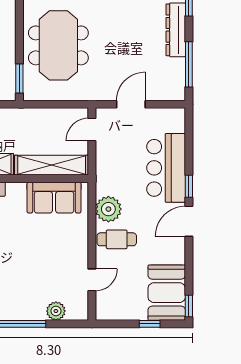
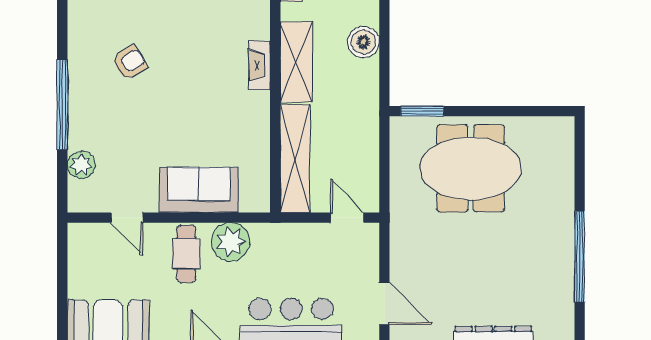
door: (131, 104) -> (384, 304), moved
sofa: (54, 198) -> (199, 190), moved, turned 90
window: (150, 324) -> (62, 302), removed

